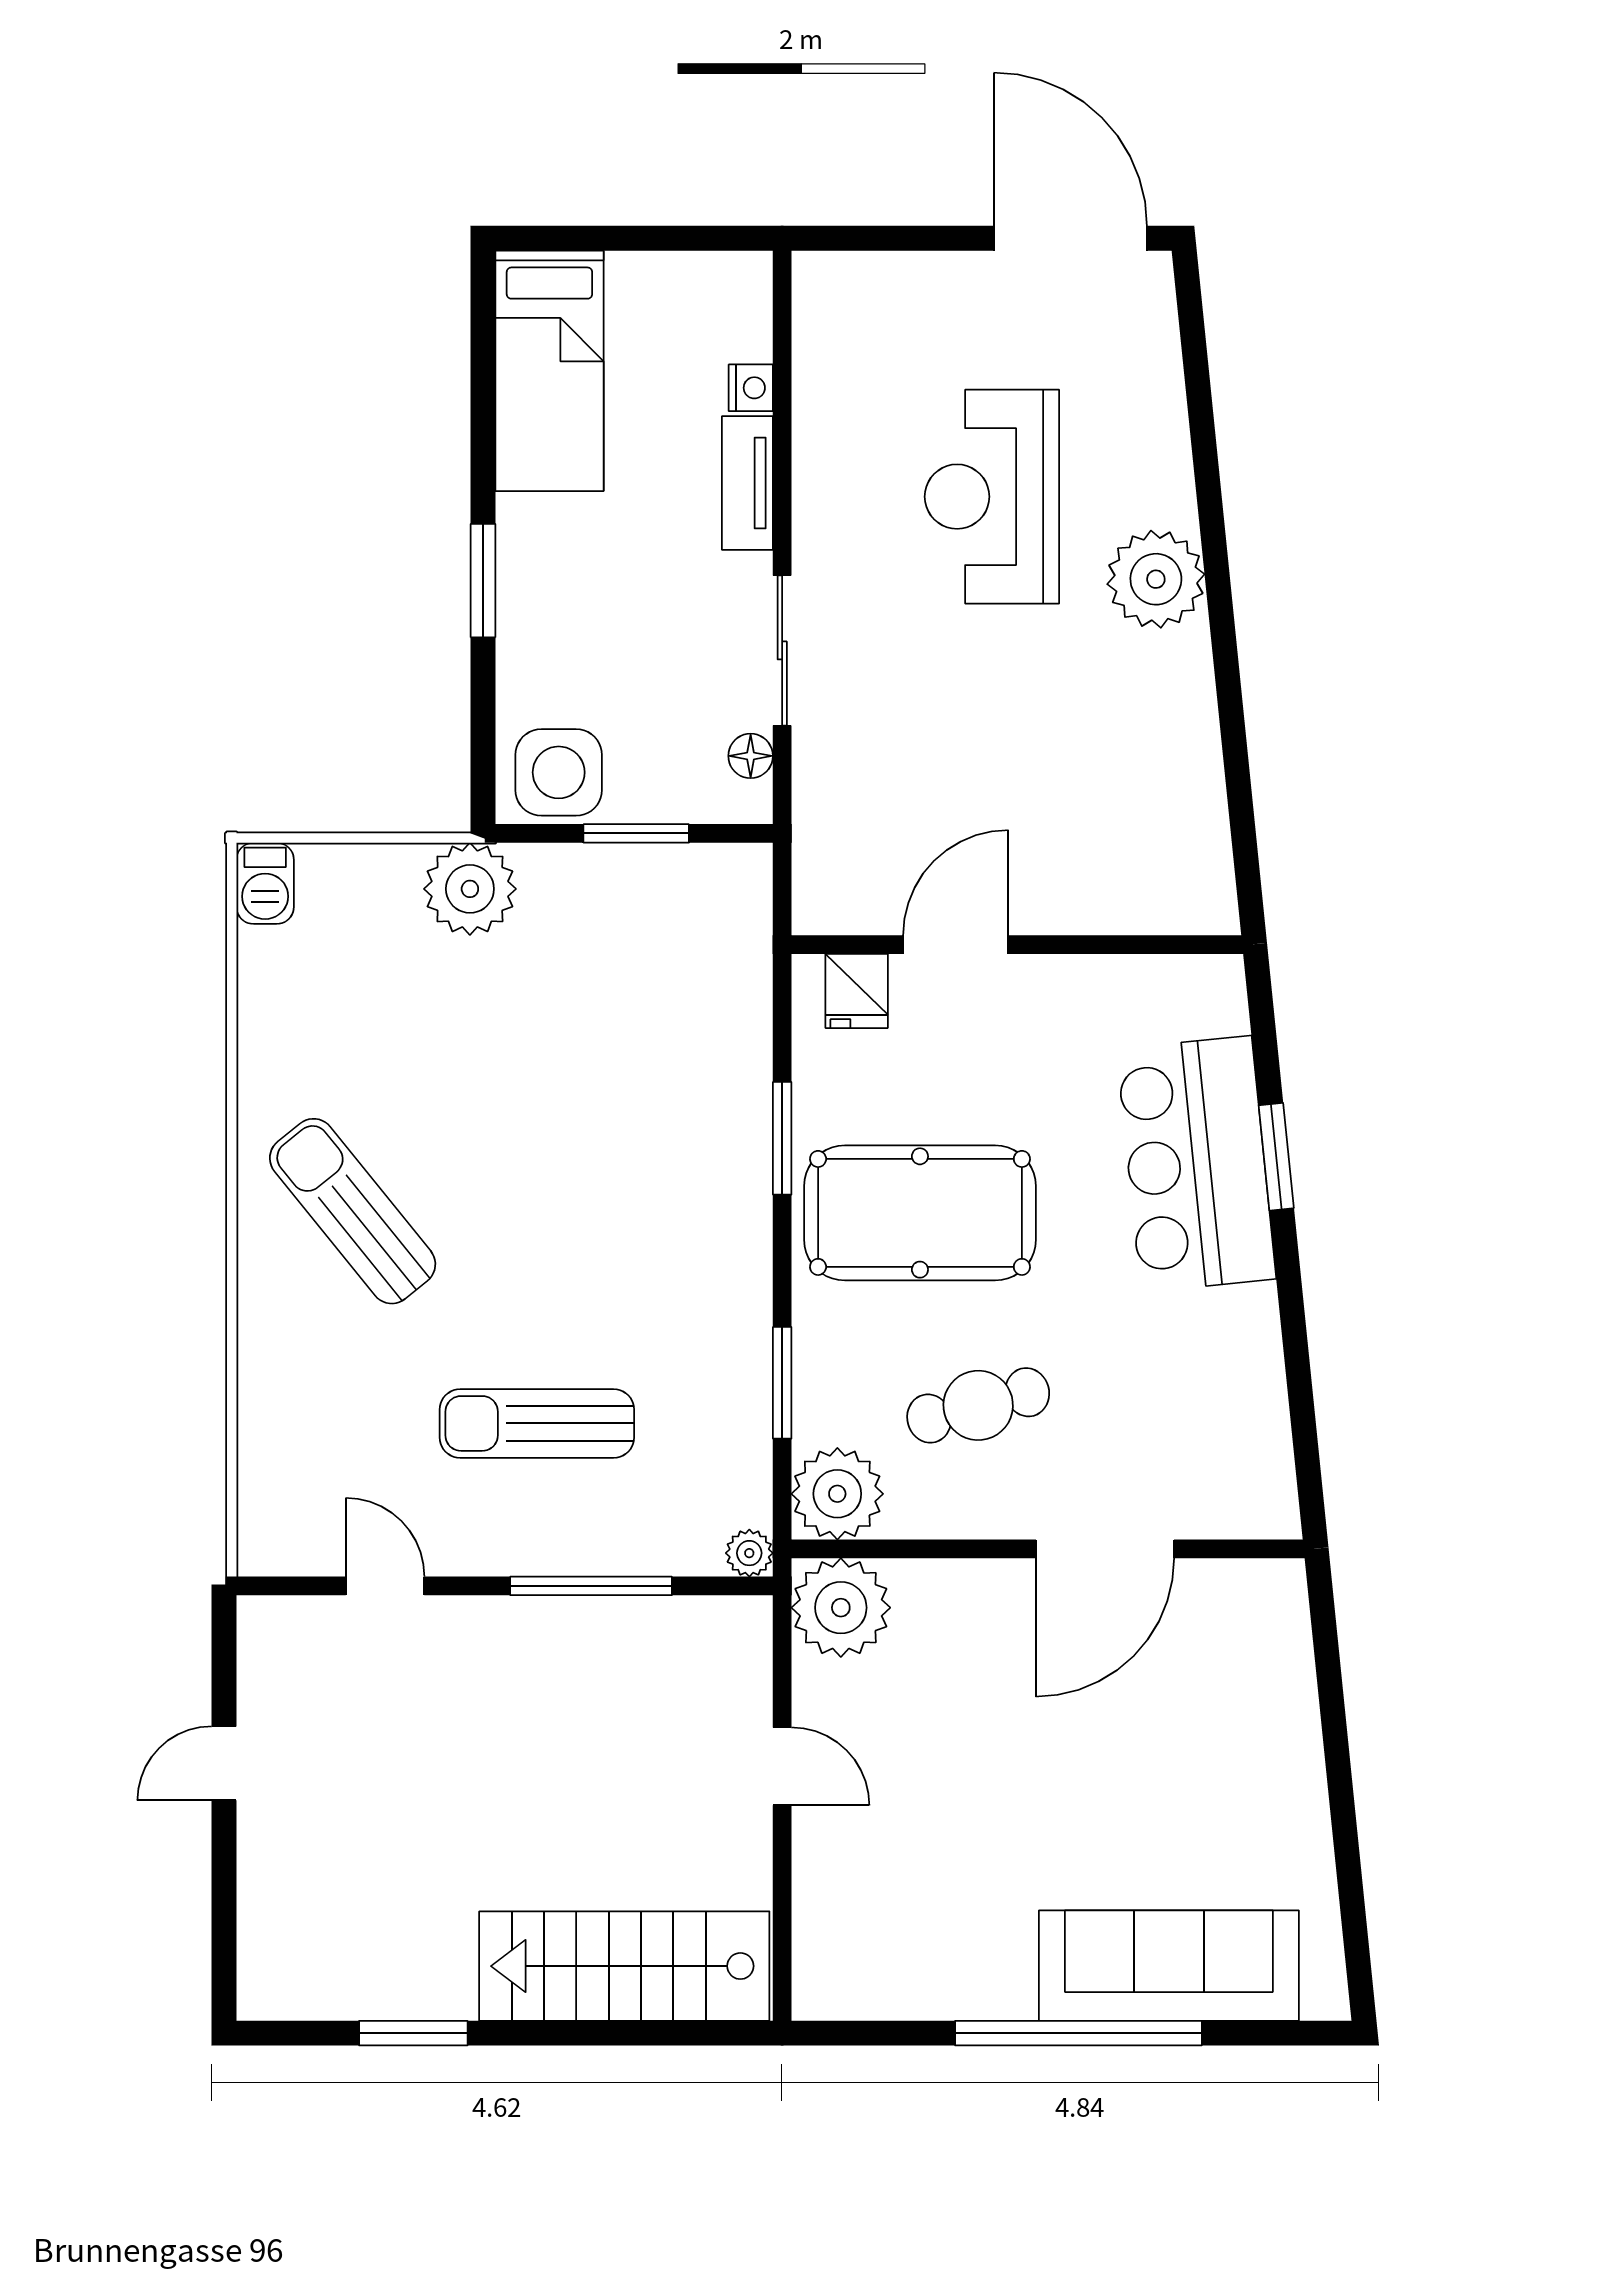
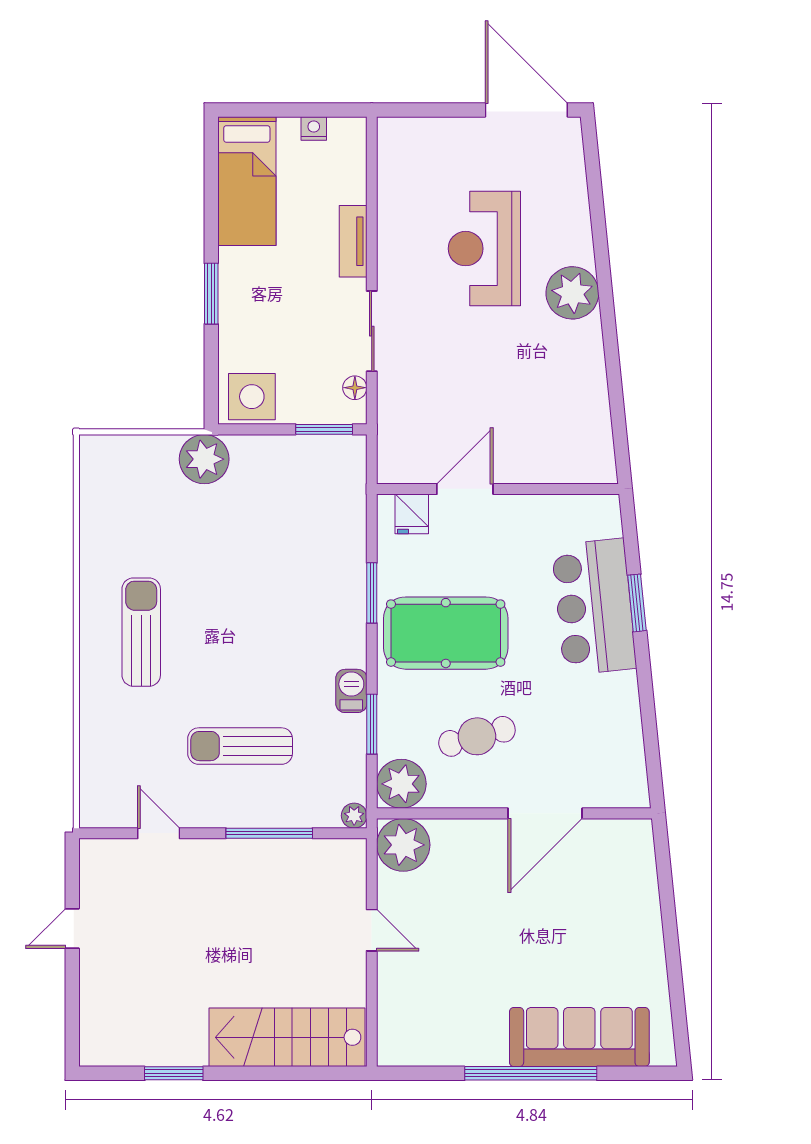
nightstand: (751, 388) -> (314, 128), moved, turned -90
window: (636, 833) -> (324, 429), moved
barbecue: (265, 883) -> (351, 691), moved, turned 180
sun lounger: (353, 1211) -> (141, 632), turned 39

